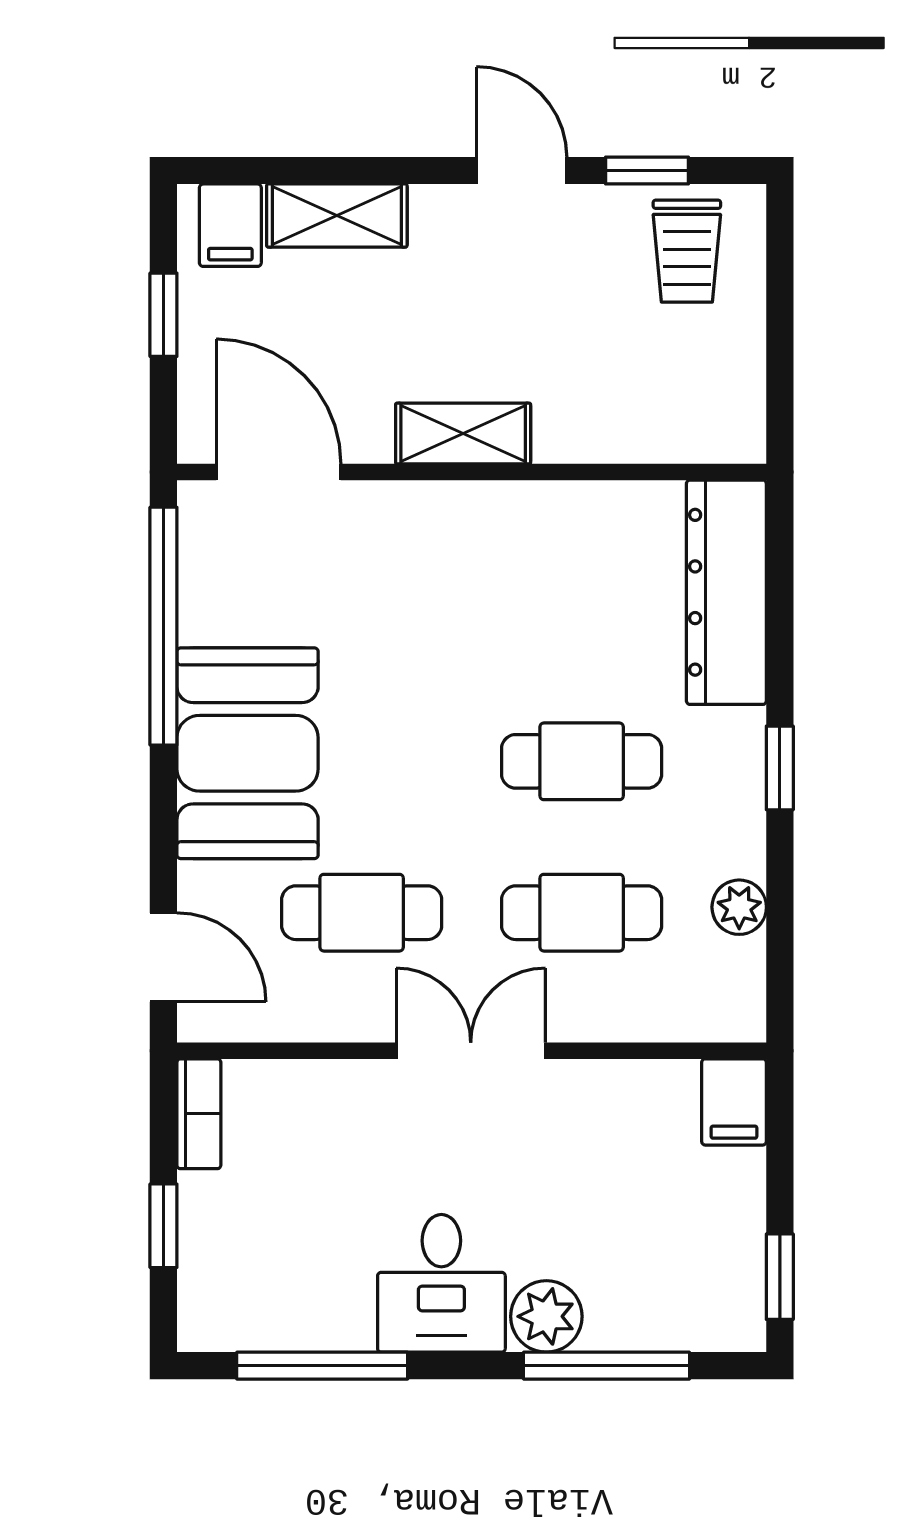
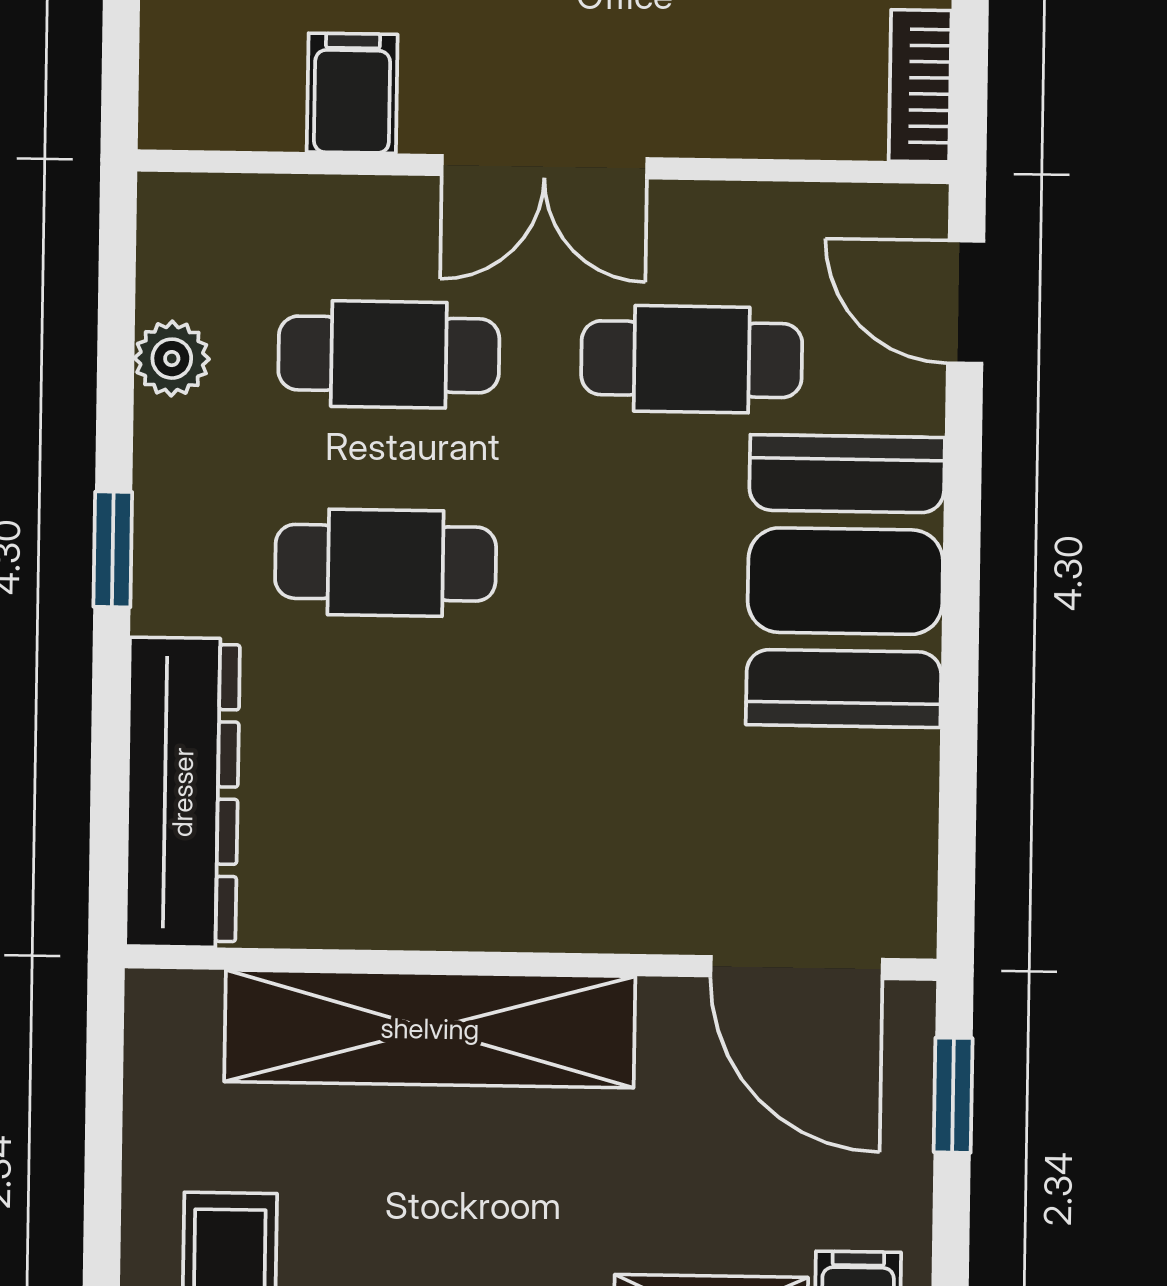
window: (163, 315) -> (953, 1095), moved
shelving: (463, 433) -> (430, 1029), width x2.20, depth x1.33
window: (163, 626) -> (958, 758), removed
filing cabinet: (734, 1102) -> (352, 93), moved

